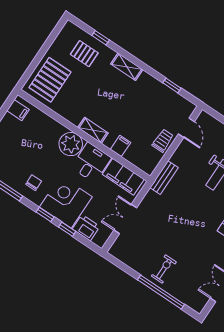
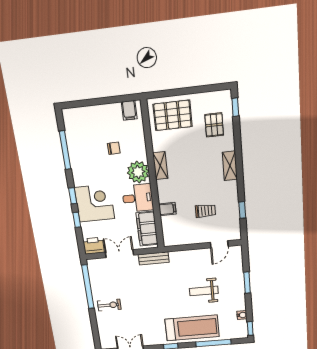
window: (101, 38) -> (235, 107), moved
shelving: (93, 130) -> (160, 166), moved
trolley: (163, 141) -> (205, 211), moved
bench: (164, 178) -> (154, 258), moved
chair: (34, 183) -> (114, 148), moved
printer: (86, 228) -> (94, 246), moved, turned -90
window: (161, 292) -> (88, 287), moved

